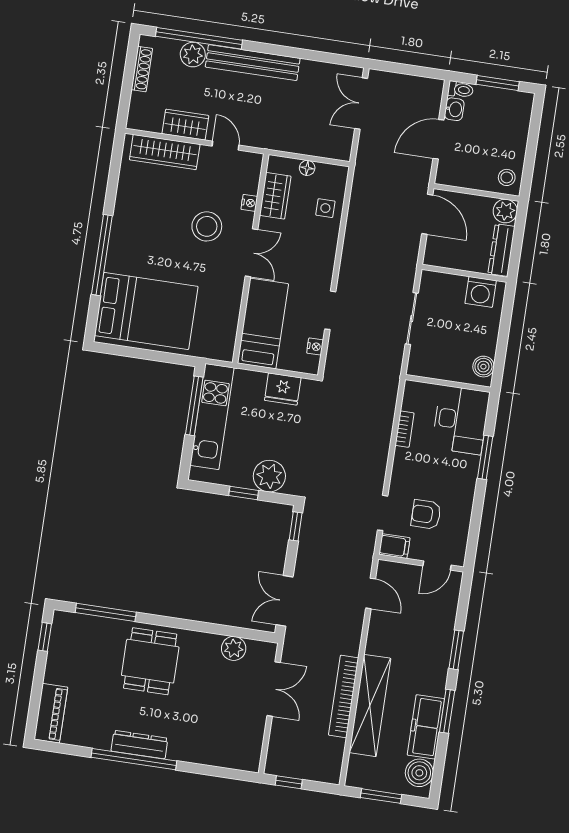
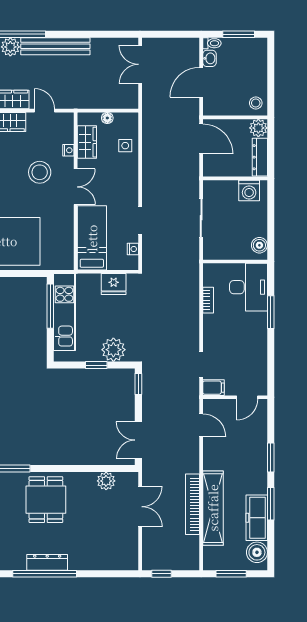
armchair: (426, 514) -> (233, 361), removed

